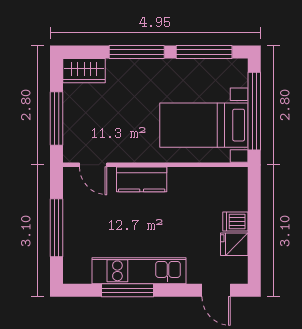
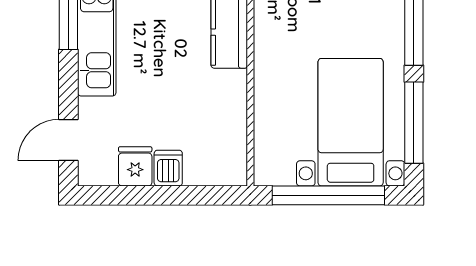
bed with nightstands: (204, 125) -> (351, 122), moved

